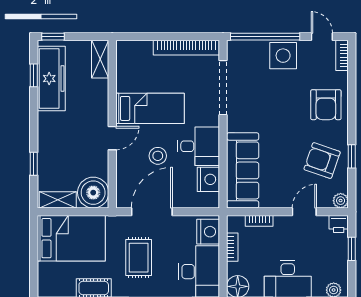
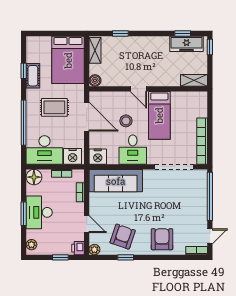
side table: (283, 56) -> (197, 209), removed
freezer: (51, 79) -> (187, 44), width x0.73, depth x0.79
armchair: (326, 105) -> (162, 239), turned 90
nightstand: (208, 179) -> (98, 157), moved
boiler: (93, 193) -> (95, 80), width x0.54, depth x0.54

